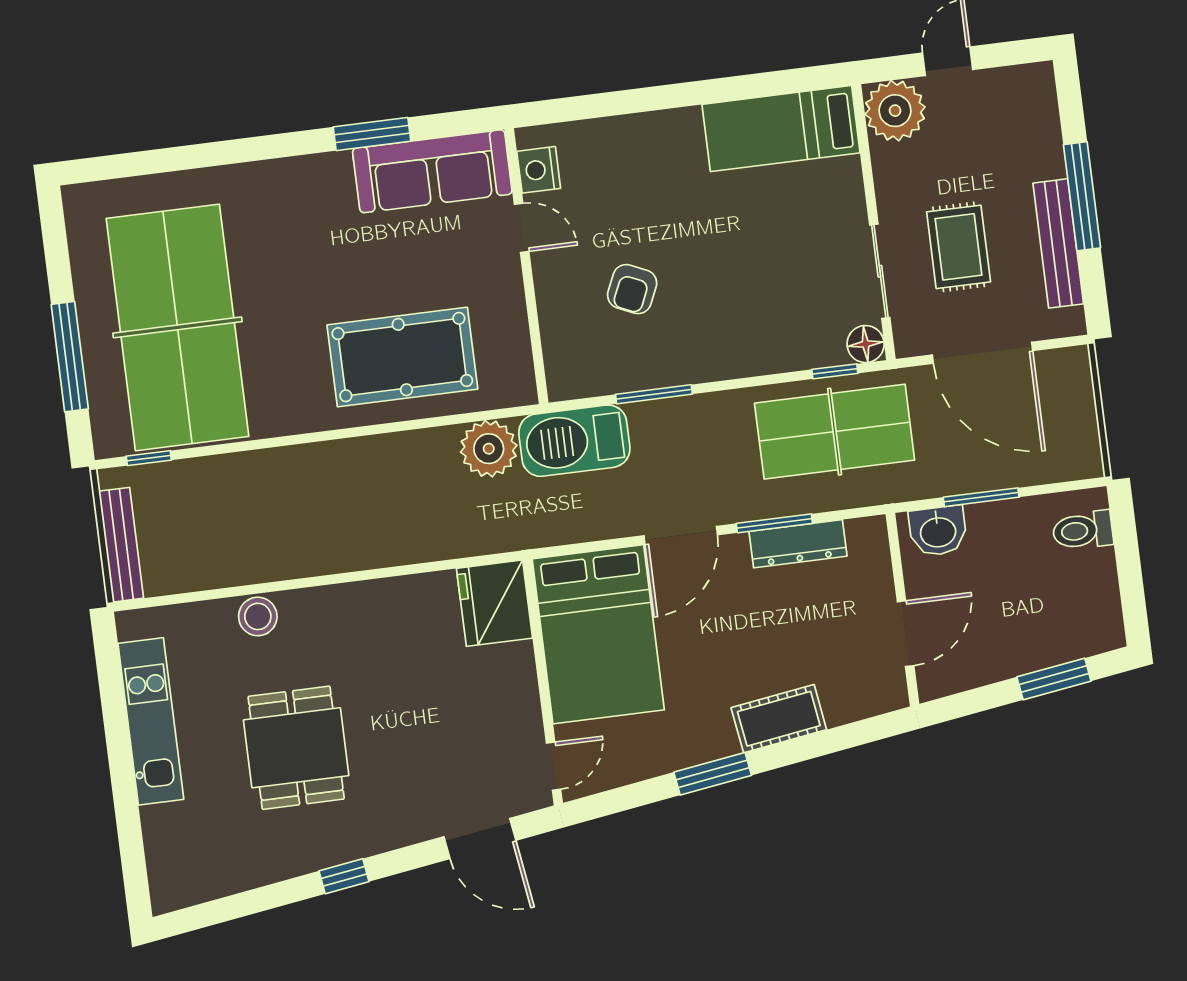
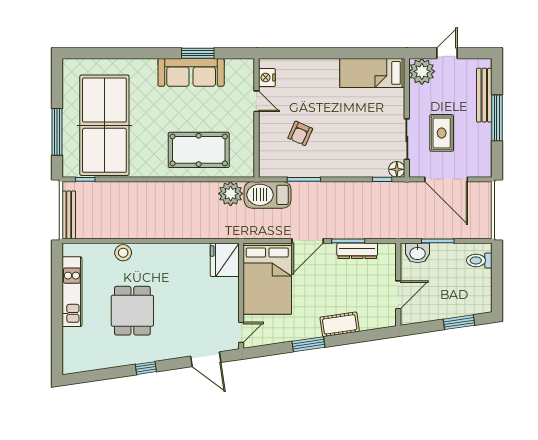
sofa: (432, 171) -> (191, 72), moved
bench: (1058, 243) -> (484, 95), moved
table tennis table: (835, 432) -> (379, 205), removed

